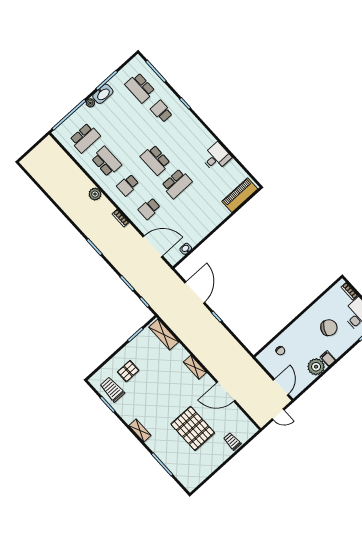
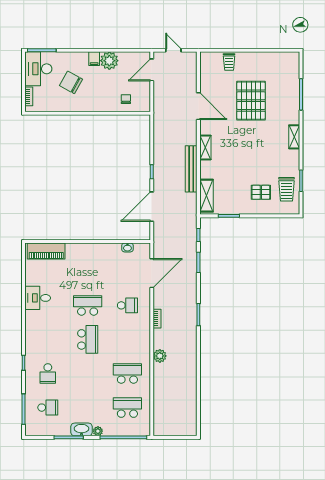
school desk: (140, 88) -> (48, 408), width x0.54
school desk: (106, 161) -> (127, 373), turned 90
school desk: (128, 185) -> (127, 339), removed
door: (153, 246) -> (152, 273), swing flipped
bench: (191, 343) -> (191, 169), added

